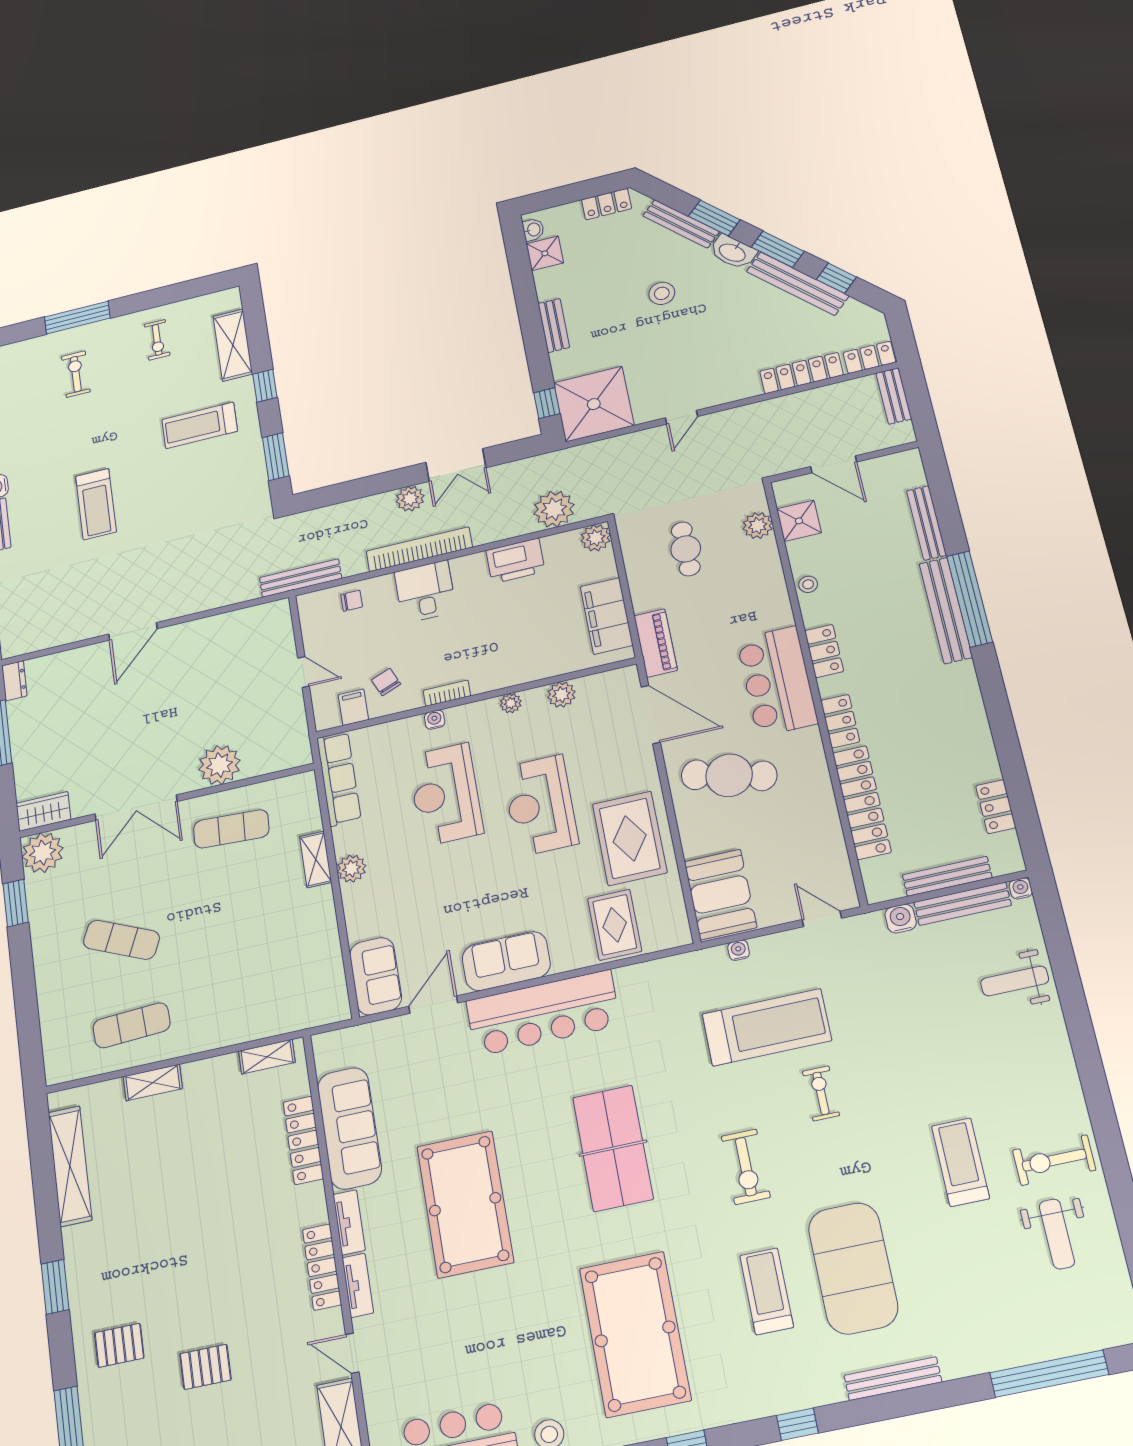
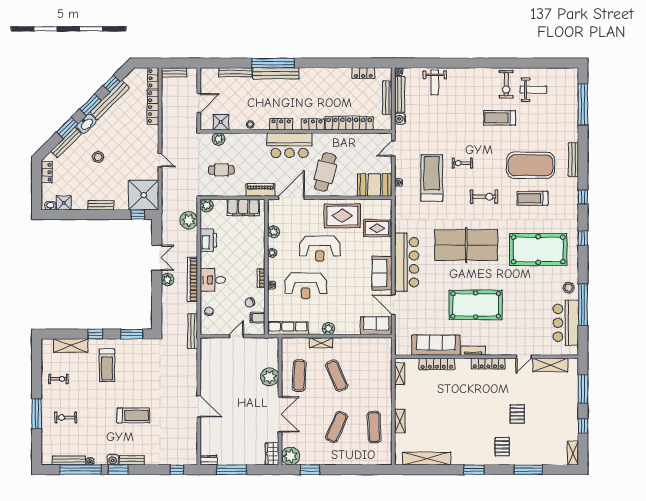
exercise mat: (243, 912) -> (337, 376), added
table tennis table: (613, 1148) -> (466, 245), width x1.36, depth x1.32
tv unit: (358, 1285) -> (498, 351), removed

